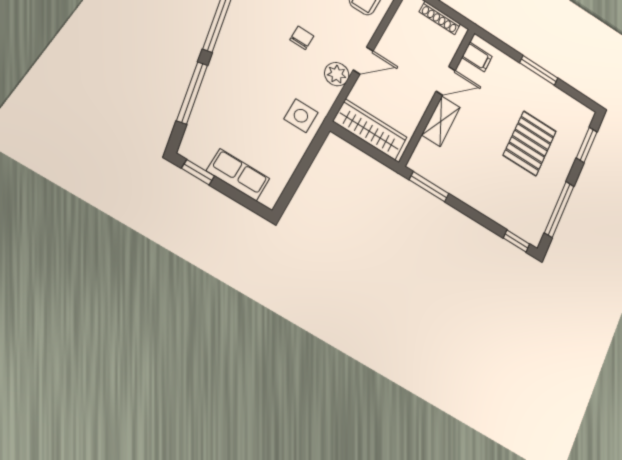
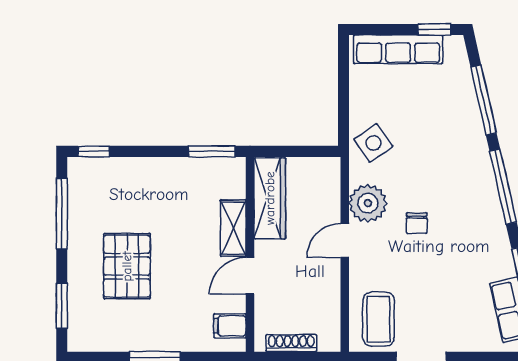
plant: (337, 74) -> (368, 203), width x1.36, depth x1.36
side table: (301, 116) -> (373, 143), turned -35
wardrobe: (370, 129) -> (270, 198), moved, turned -90
row of seats: (238, 175) -> (398, 49), width x1.48

